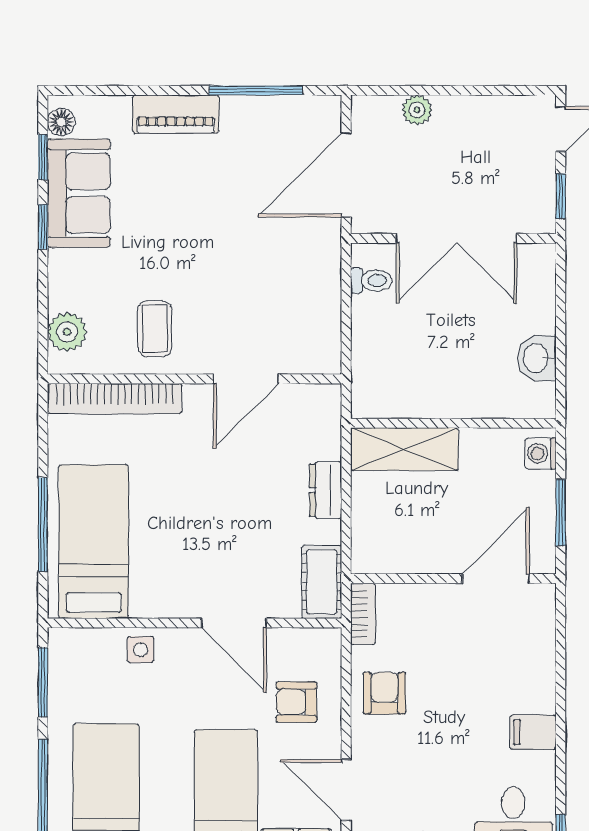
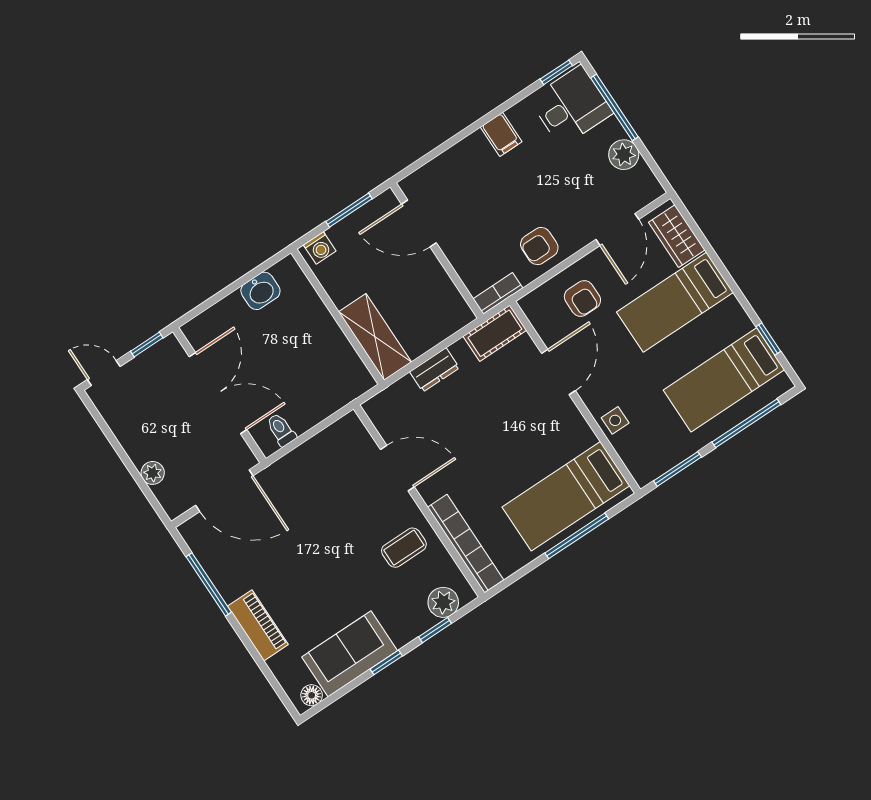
window: (43, 157) -> (435, 630), moved

